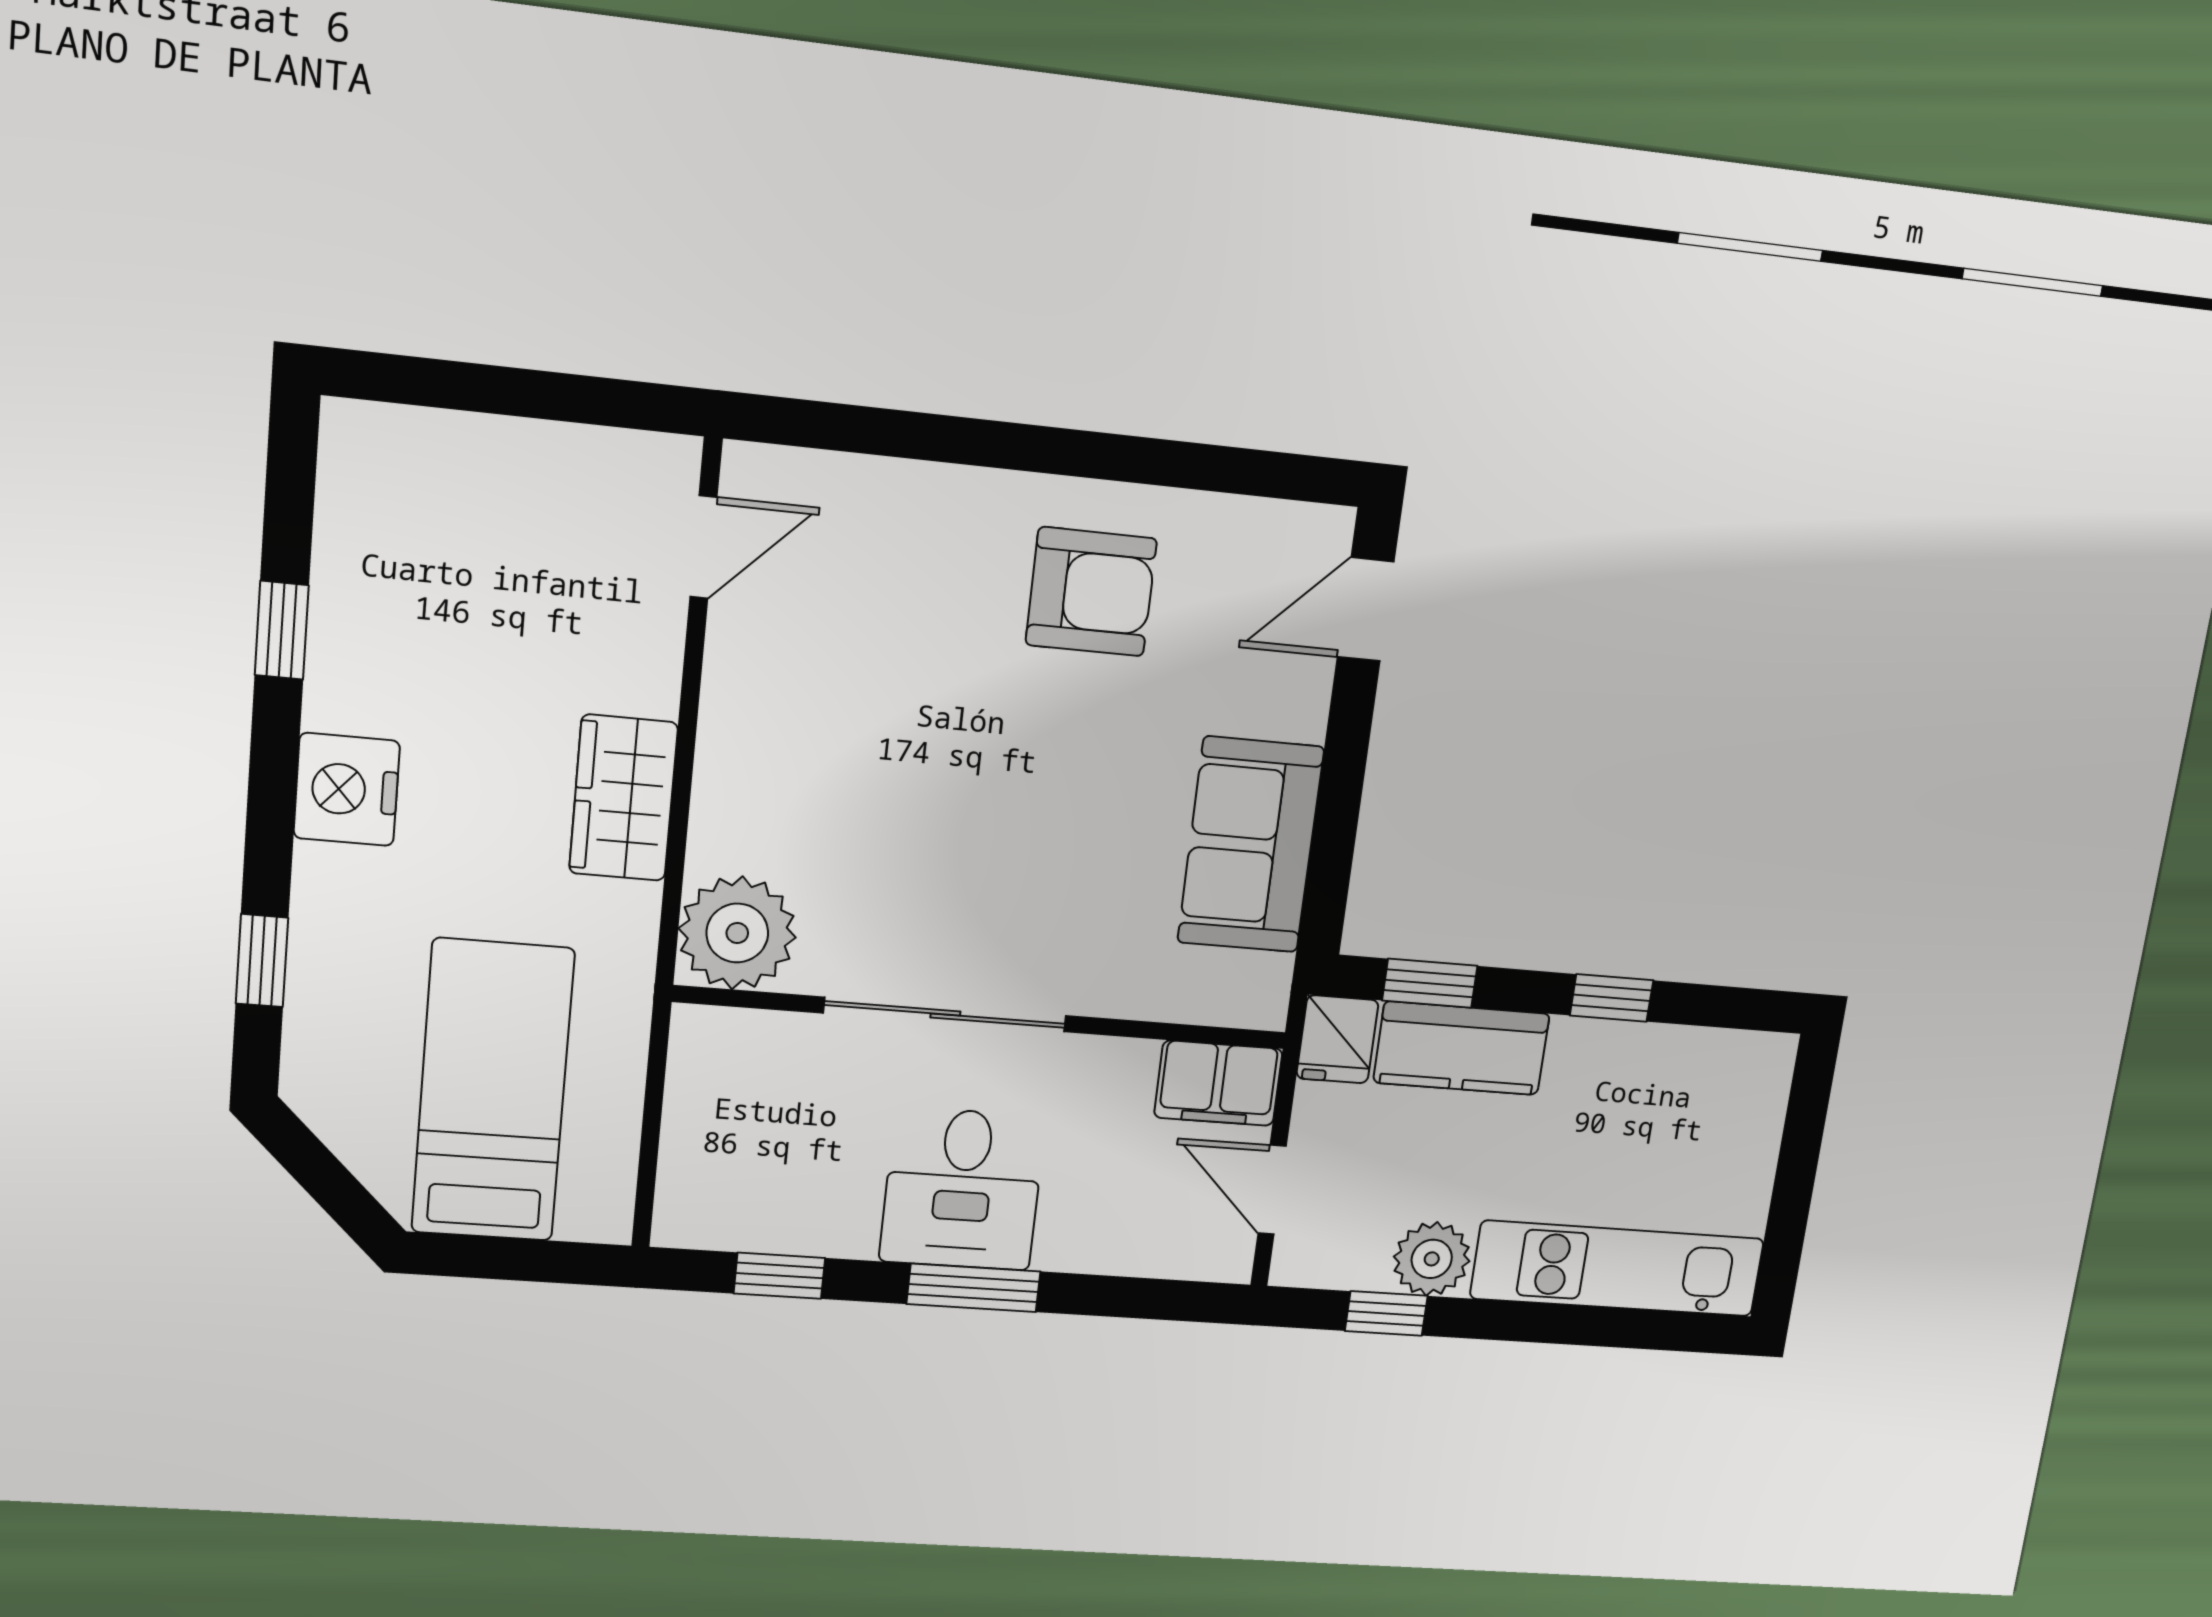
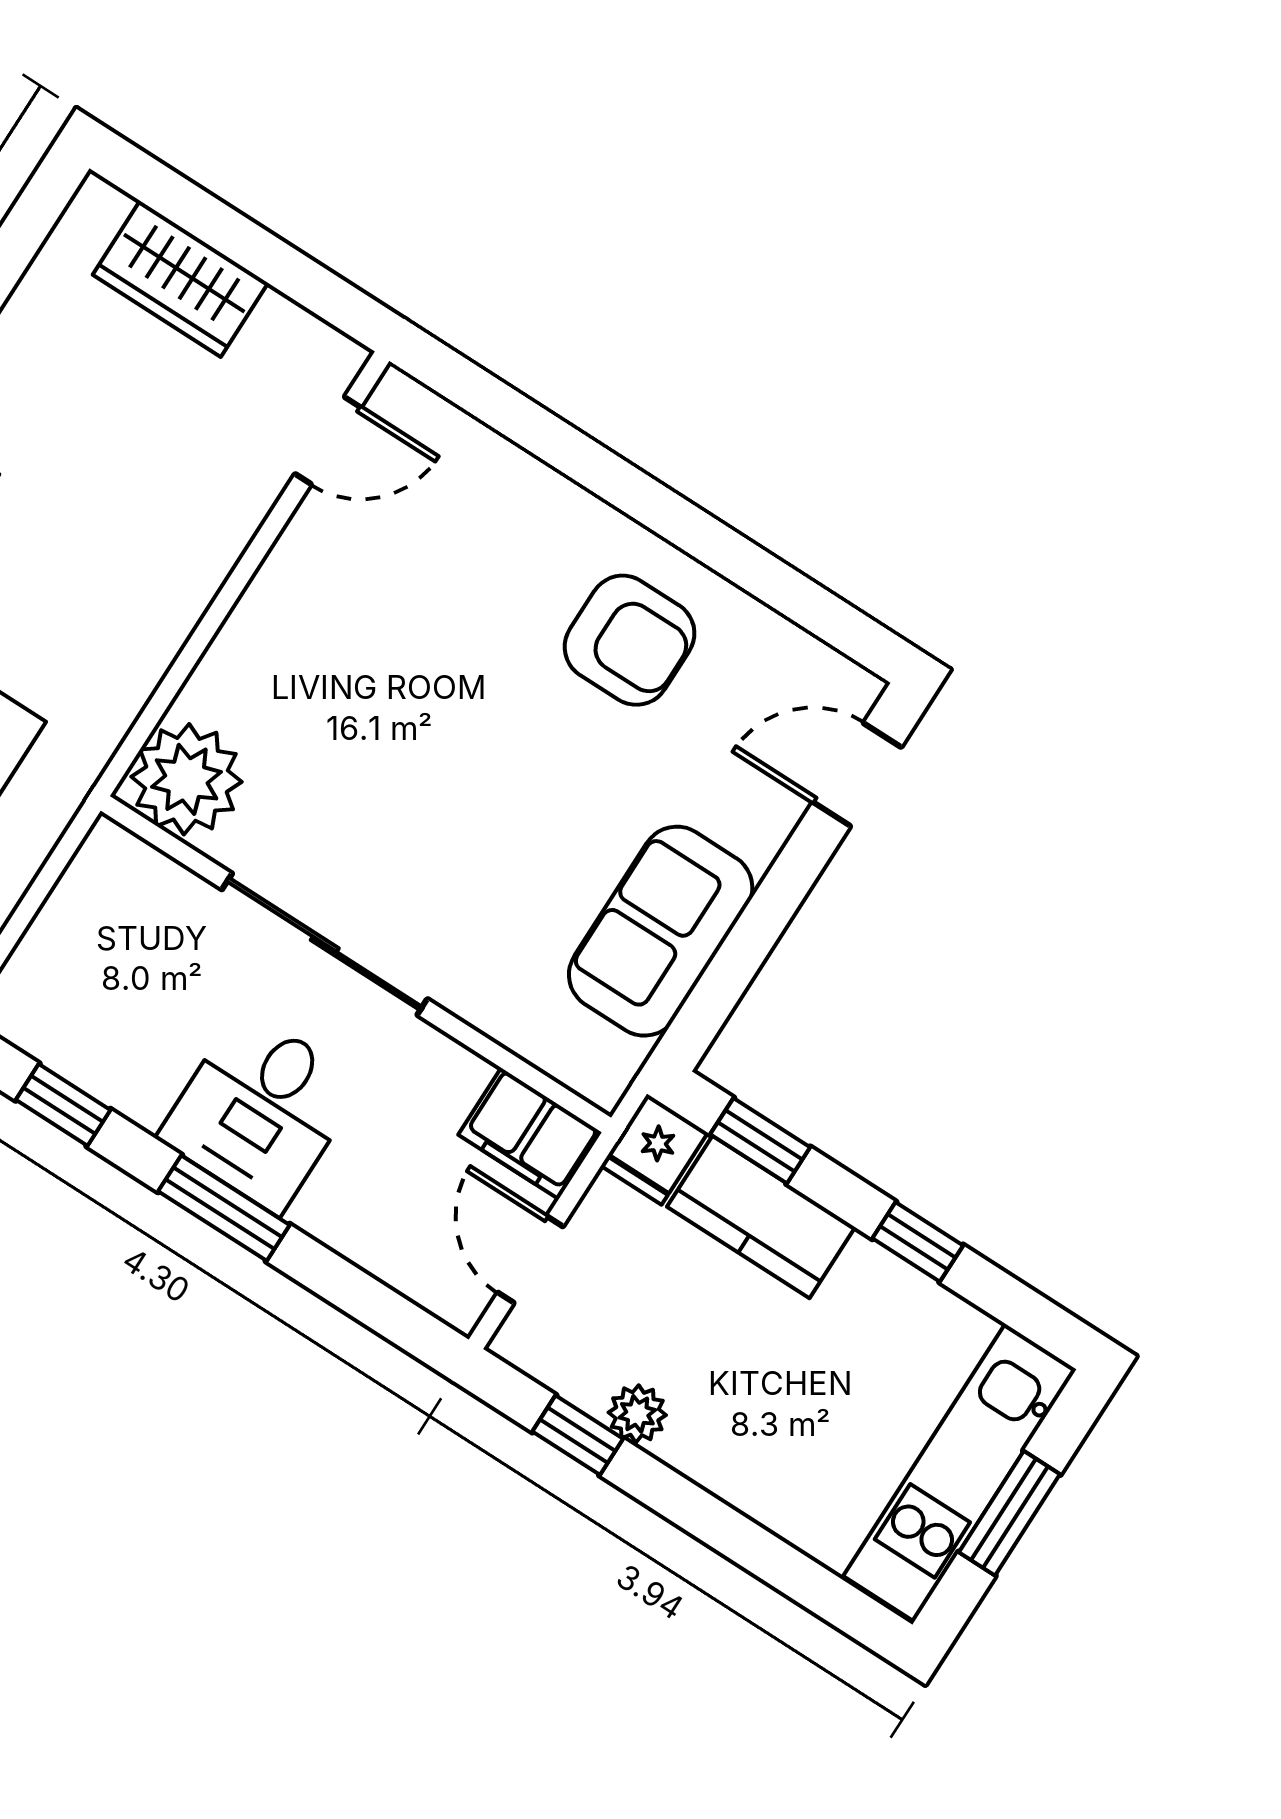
wardrobe: (623, 798) -> (180, 279), moved, turned -90
window: (1794, 1183) -> (1009, 1513), added
plant: (1432, 1259) -> (637, 1414), width x0.73, depth x0.73
kitchen unit: (1617, 1269) -> (960, 1473), moved, turned -90

